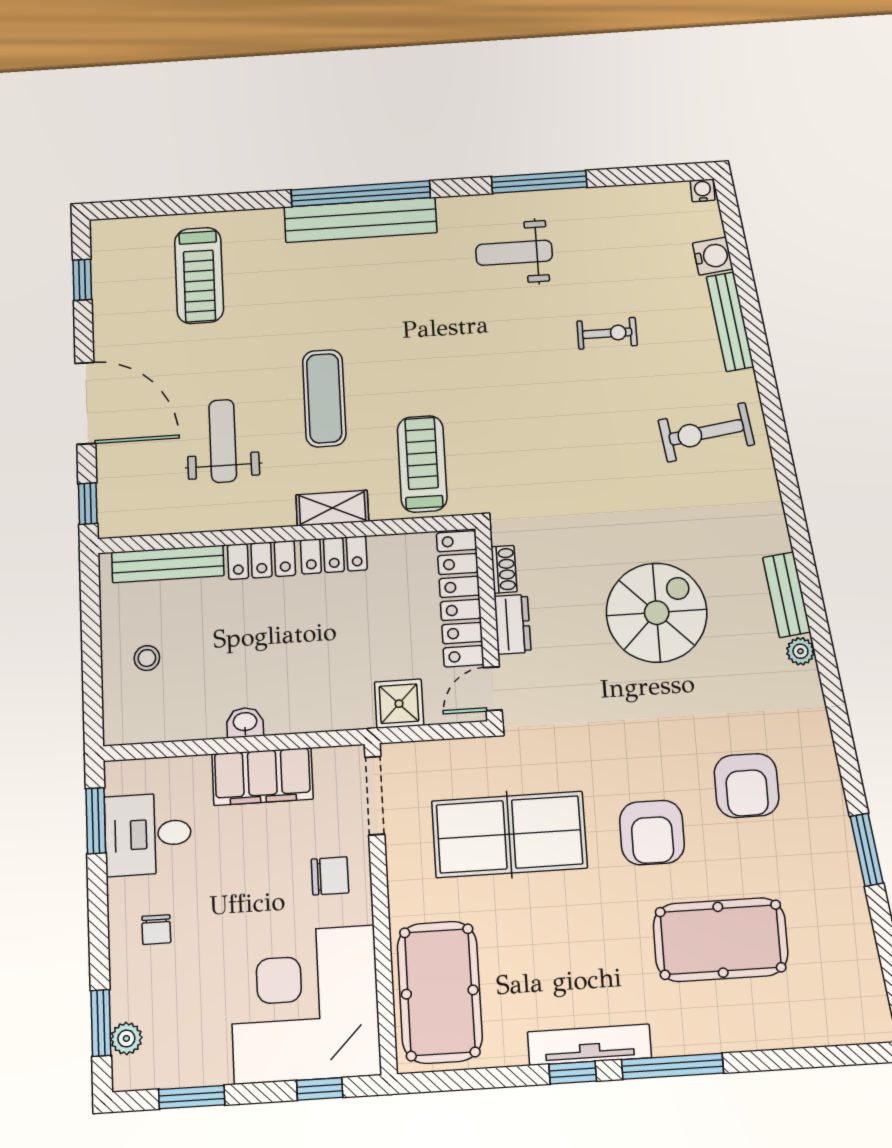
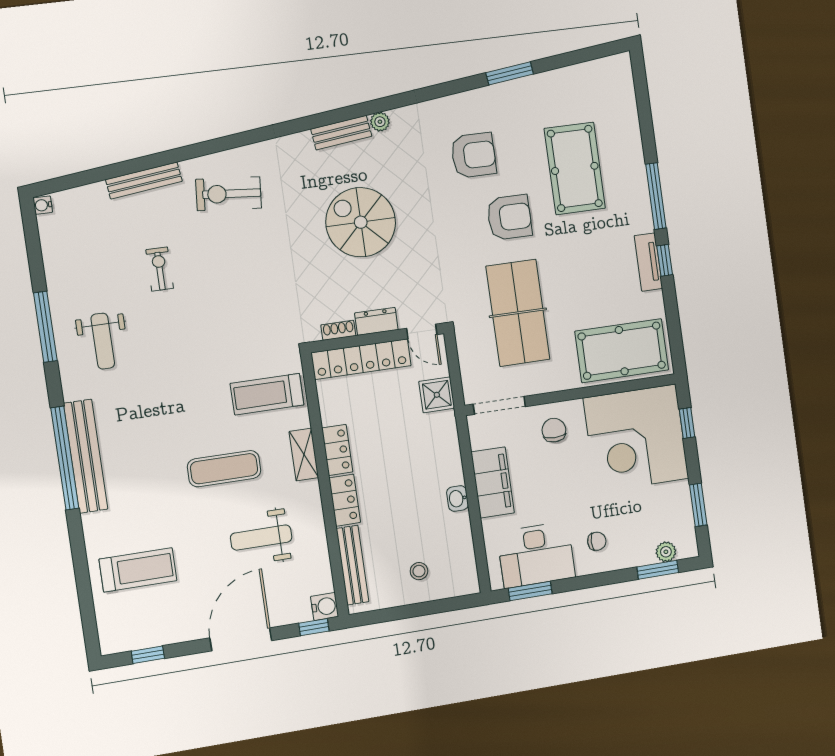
water cooler: (713, 256) -> (325, 606), moved, turned 97
exercise bike: (706, 432) -> (229, 194), turned 103
desk: (148, 834) -> (536, 555), width x1.37
tv unit: (589, 1045) -> (648, 262), width x0.71

